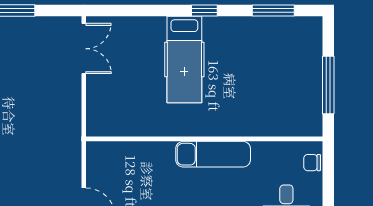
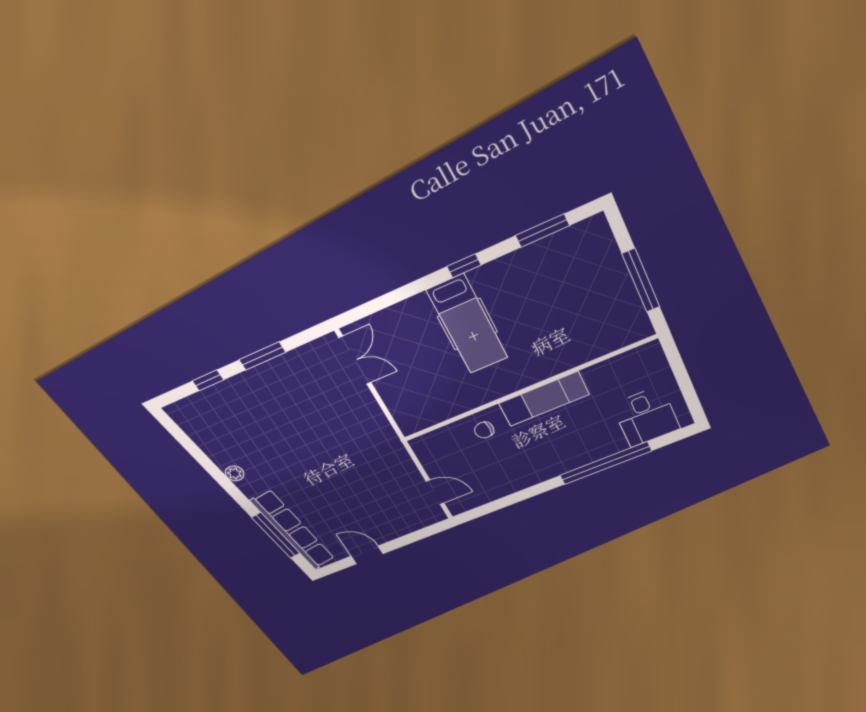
chair: (312, 163) -> (484, 430), moved

